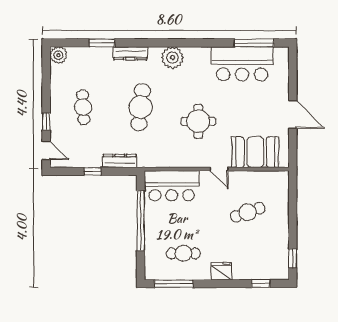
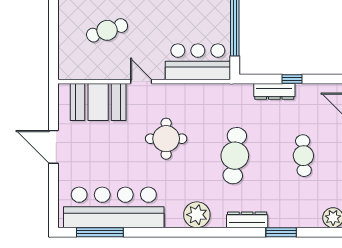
bar counter: (242, 64) -> (114, 207), width x1.36
dresser: (120, 161) -> (274, 91), moved

